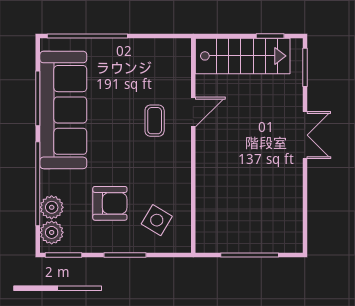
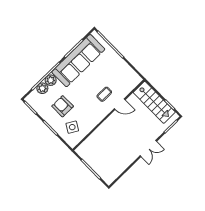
armchair: (110, 203) -> (63, 106), turned 180
plant: (52, 232) -> (51, 80), moved

